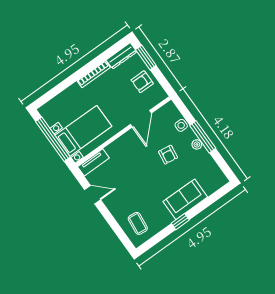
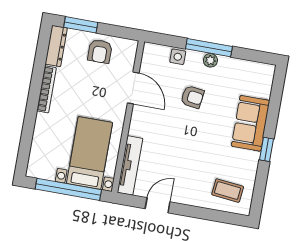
tv unit: (93, 162) -> (130, 165), width x1.41

